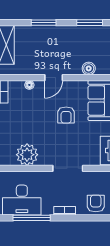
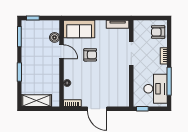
door: (54, 78) -> (62, 52), moved
plant: (27, 155) -> (121, 85), removed

